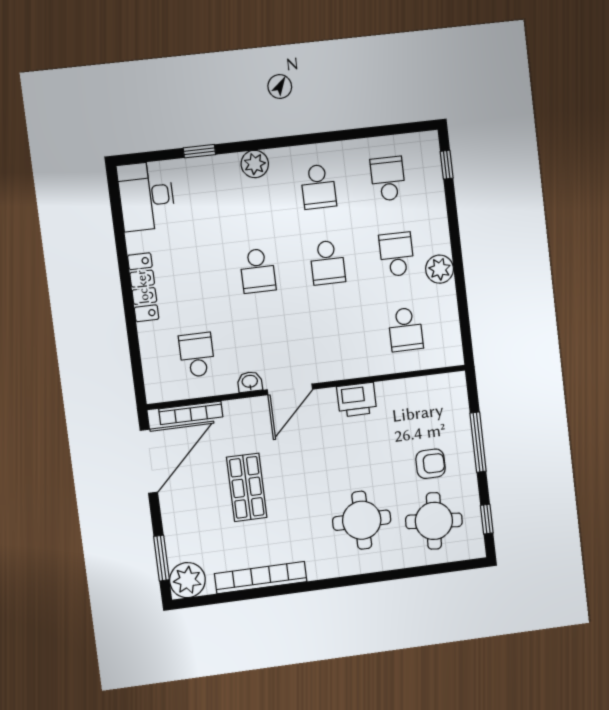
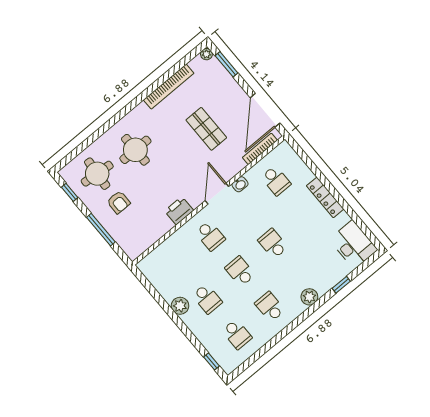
school desk: (405, 329) -> (210, 236), moved, turned 180
armchair: (431, 464) -> (119, 202), turned -90
plant: (187, 580) -> (206, 54), width x0.53, depth x0.53

